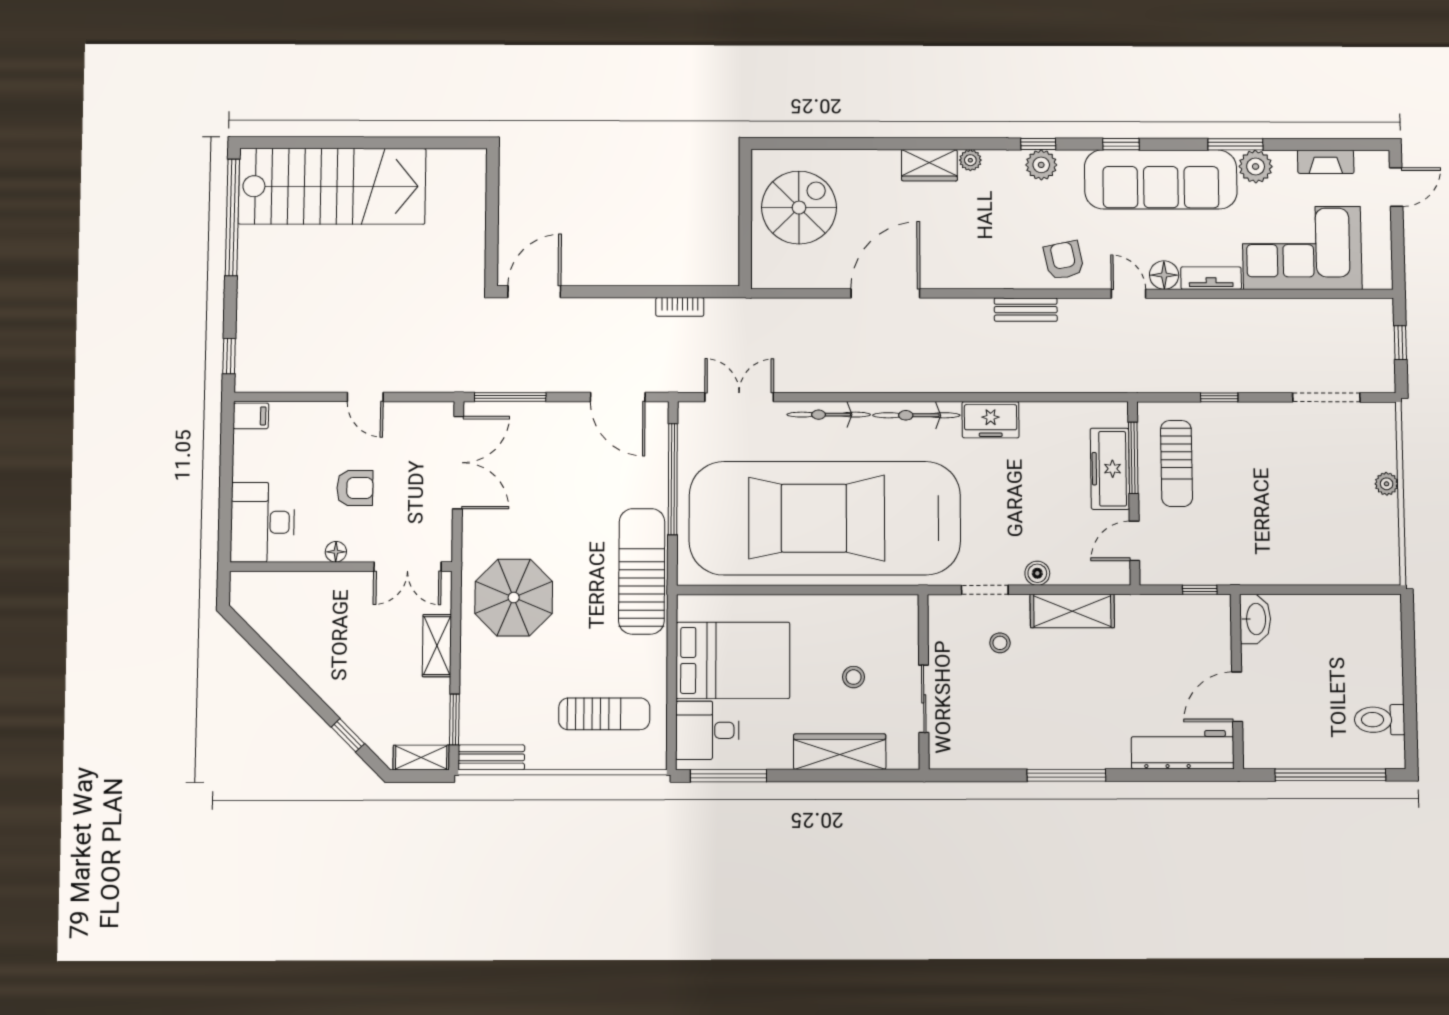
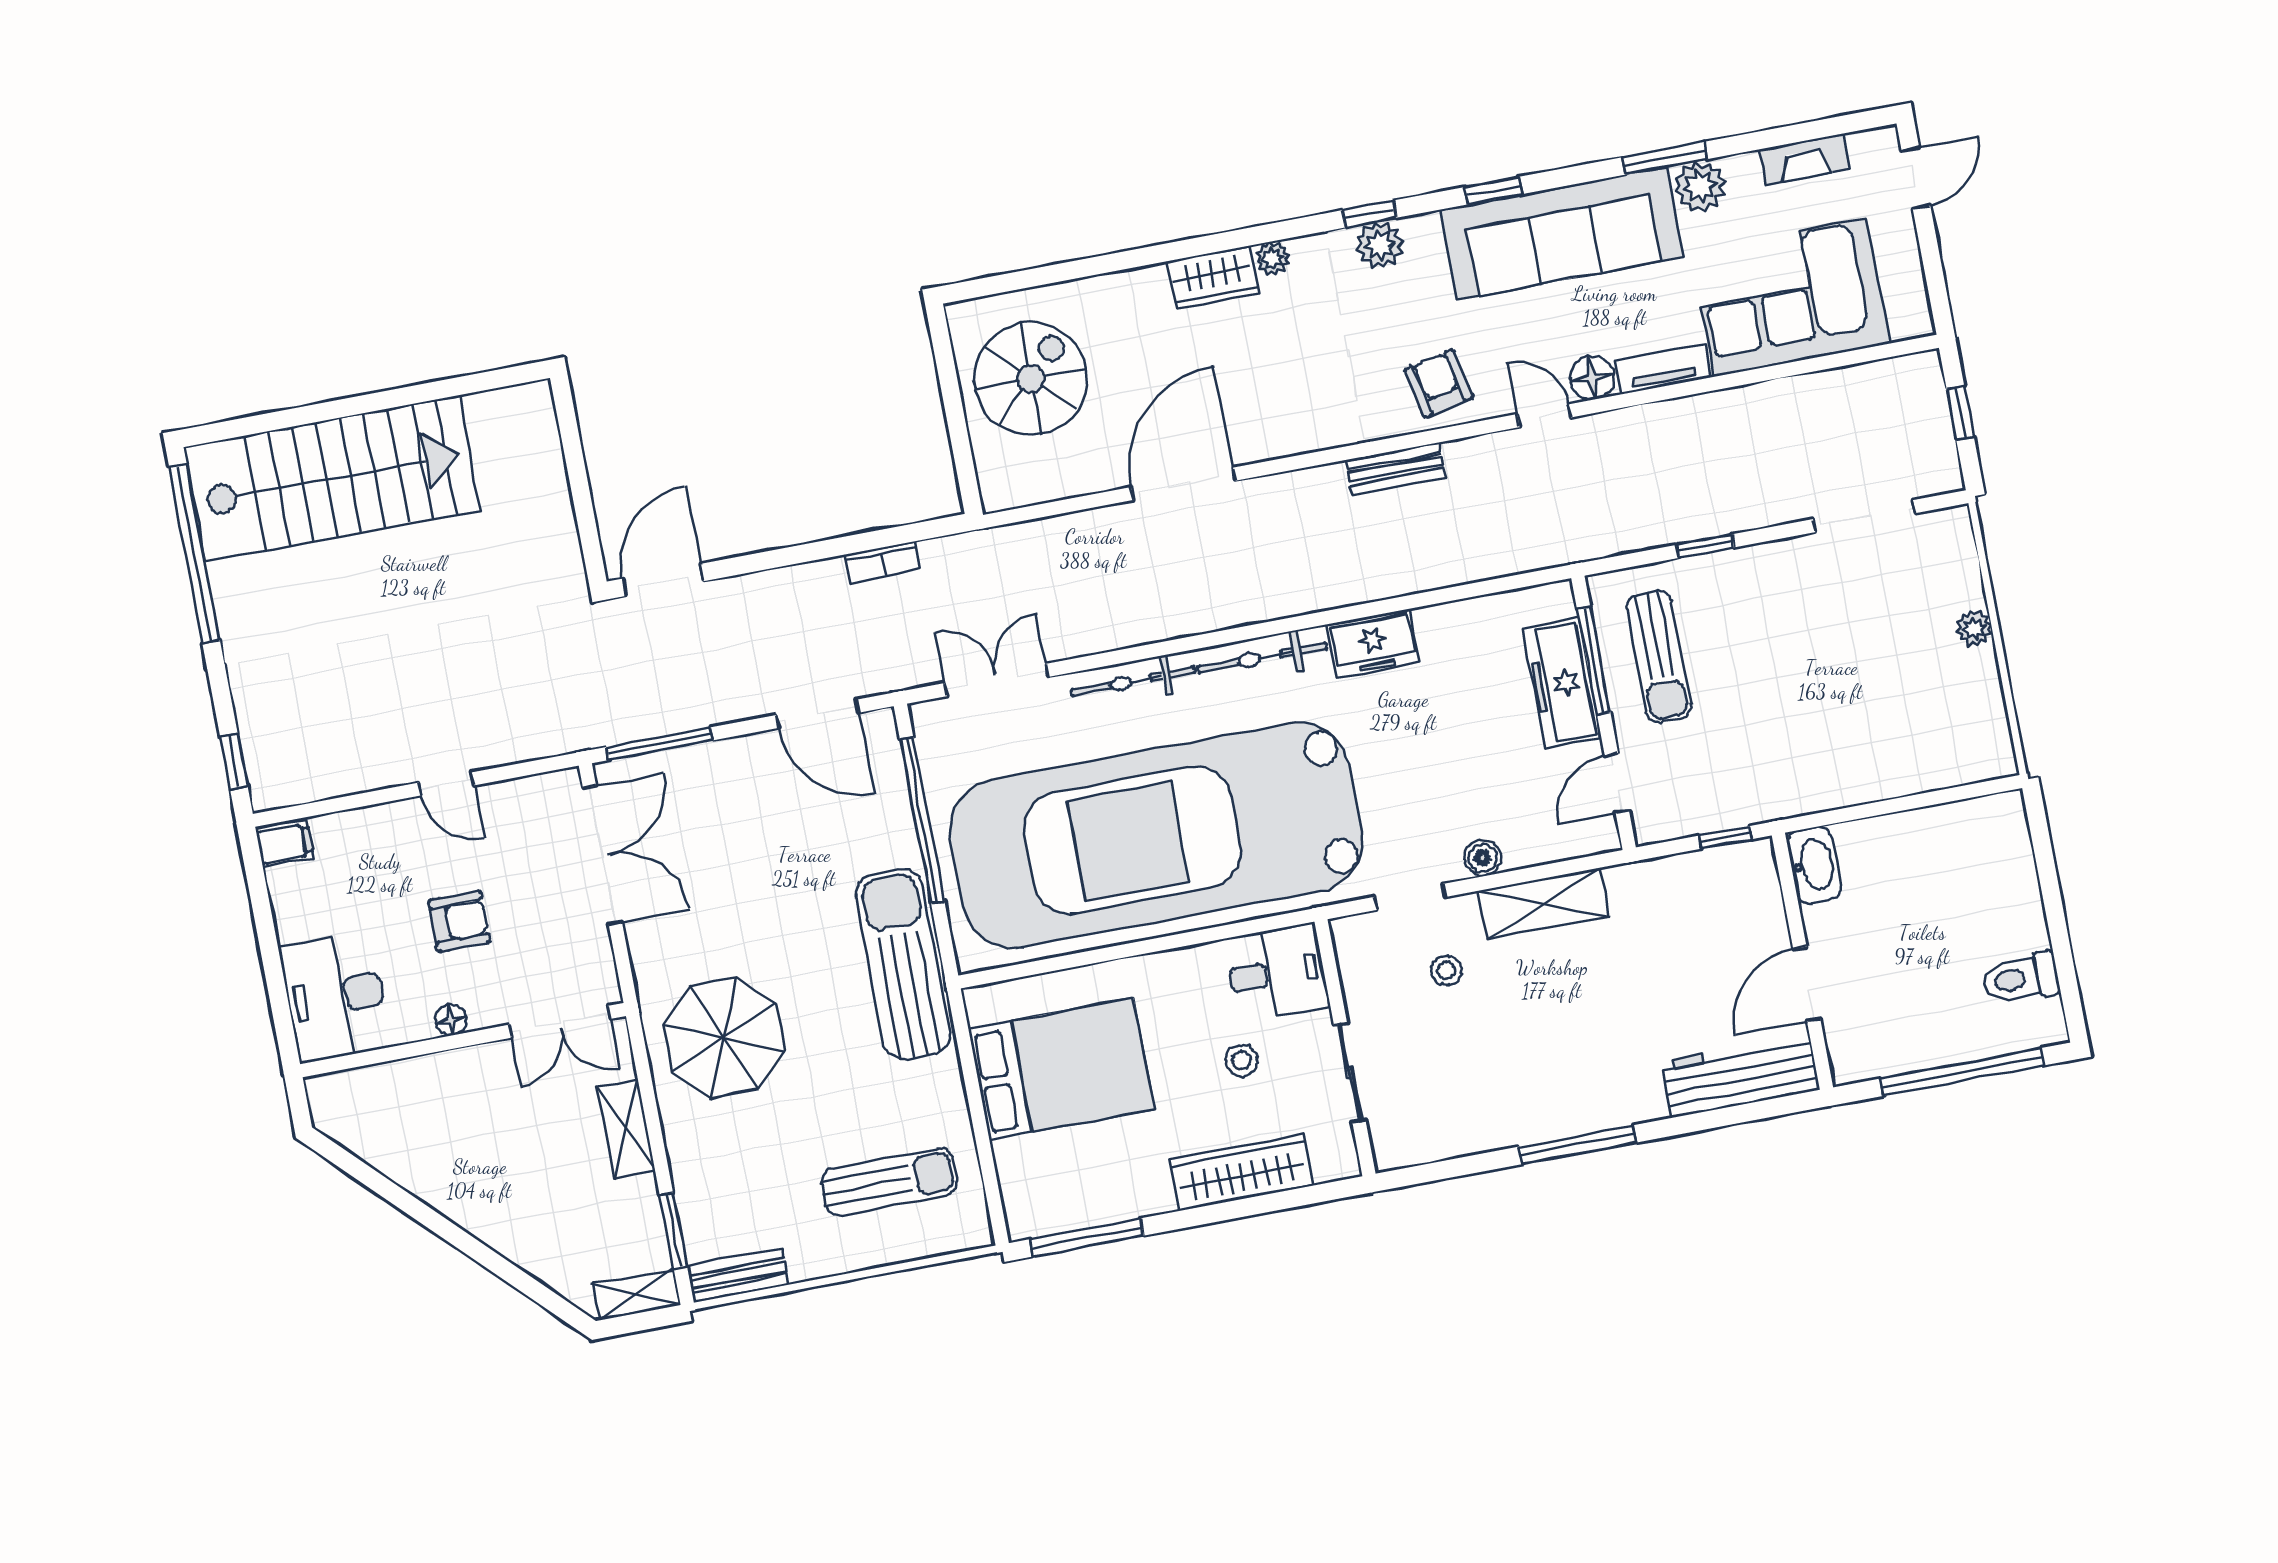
desk: (707, 730) -> (1277, 973), moved, turned 180
window: (348, 735) -> (524, 1283), removed

